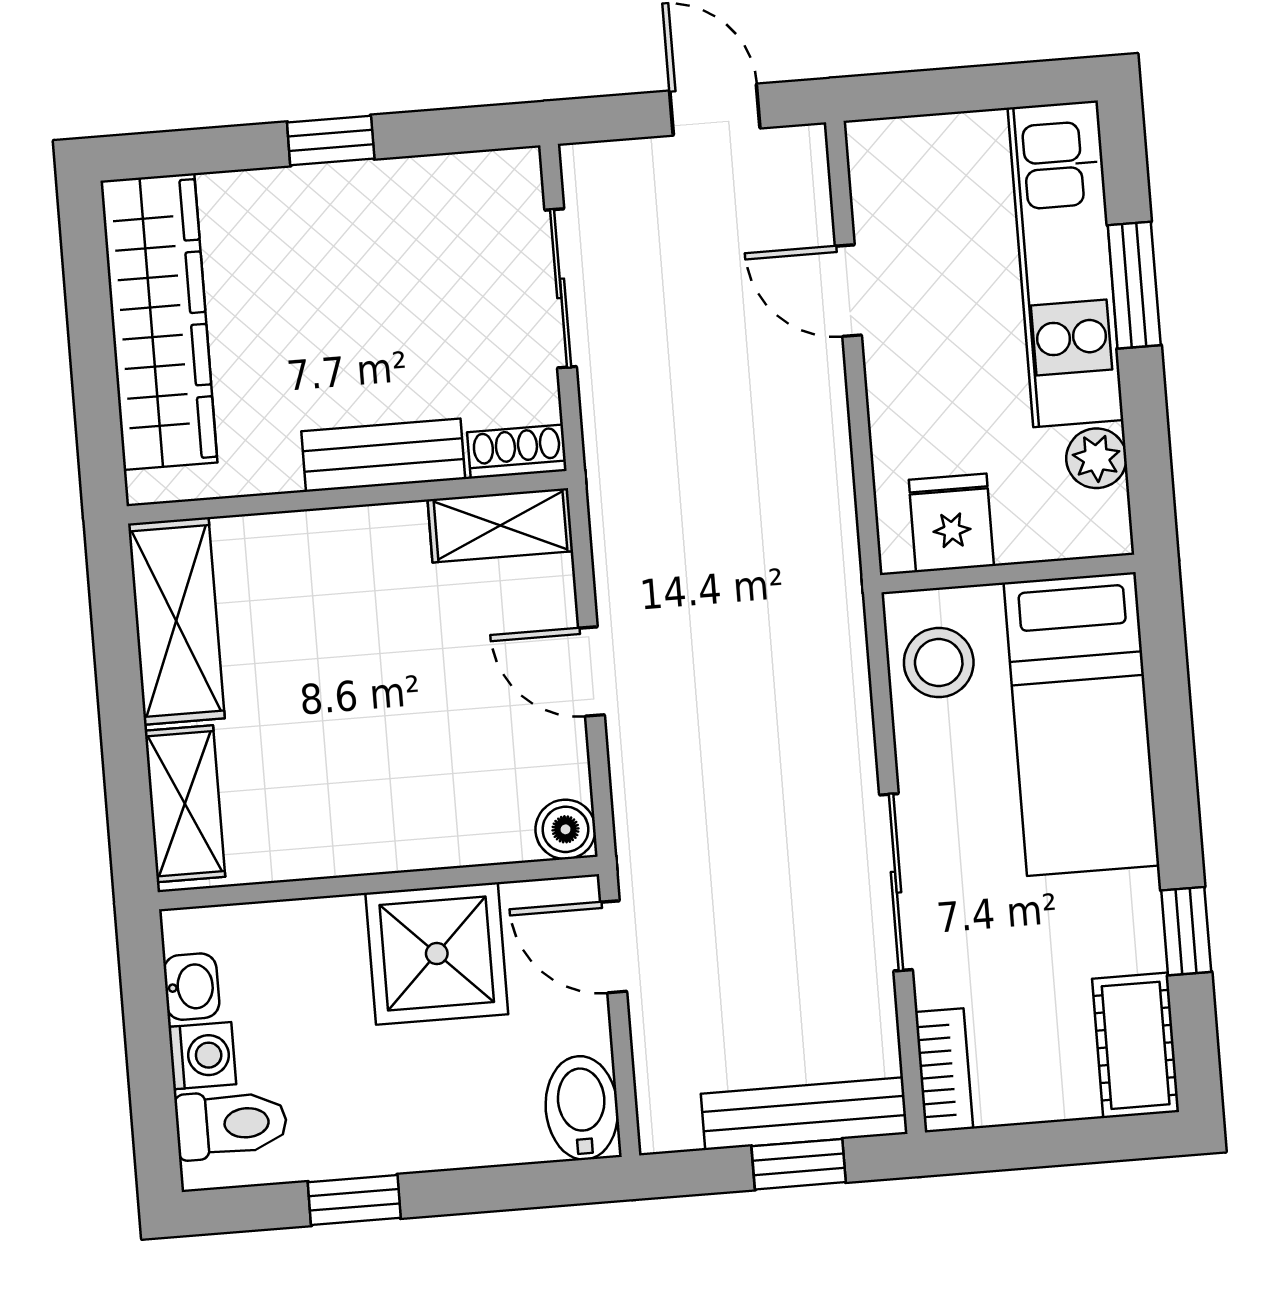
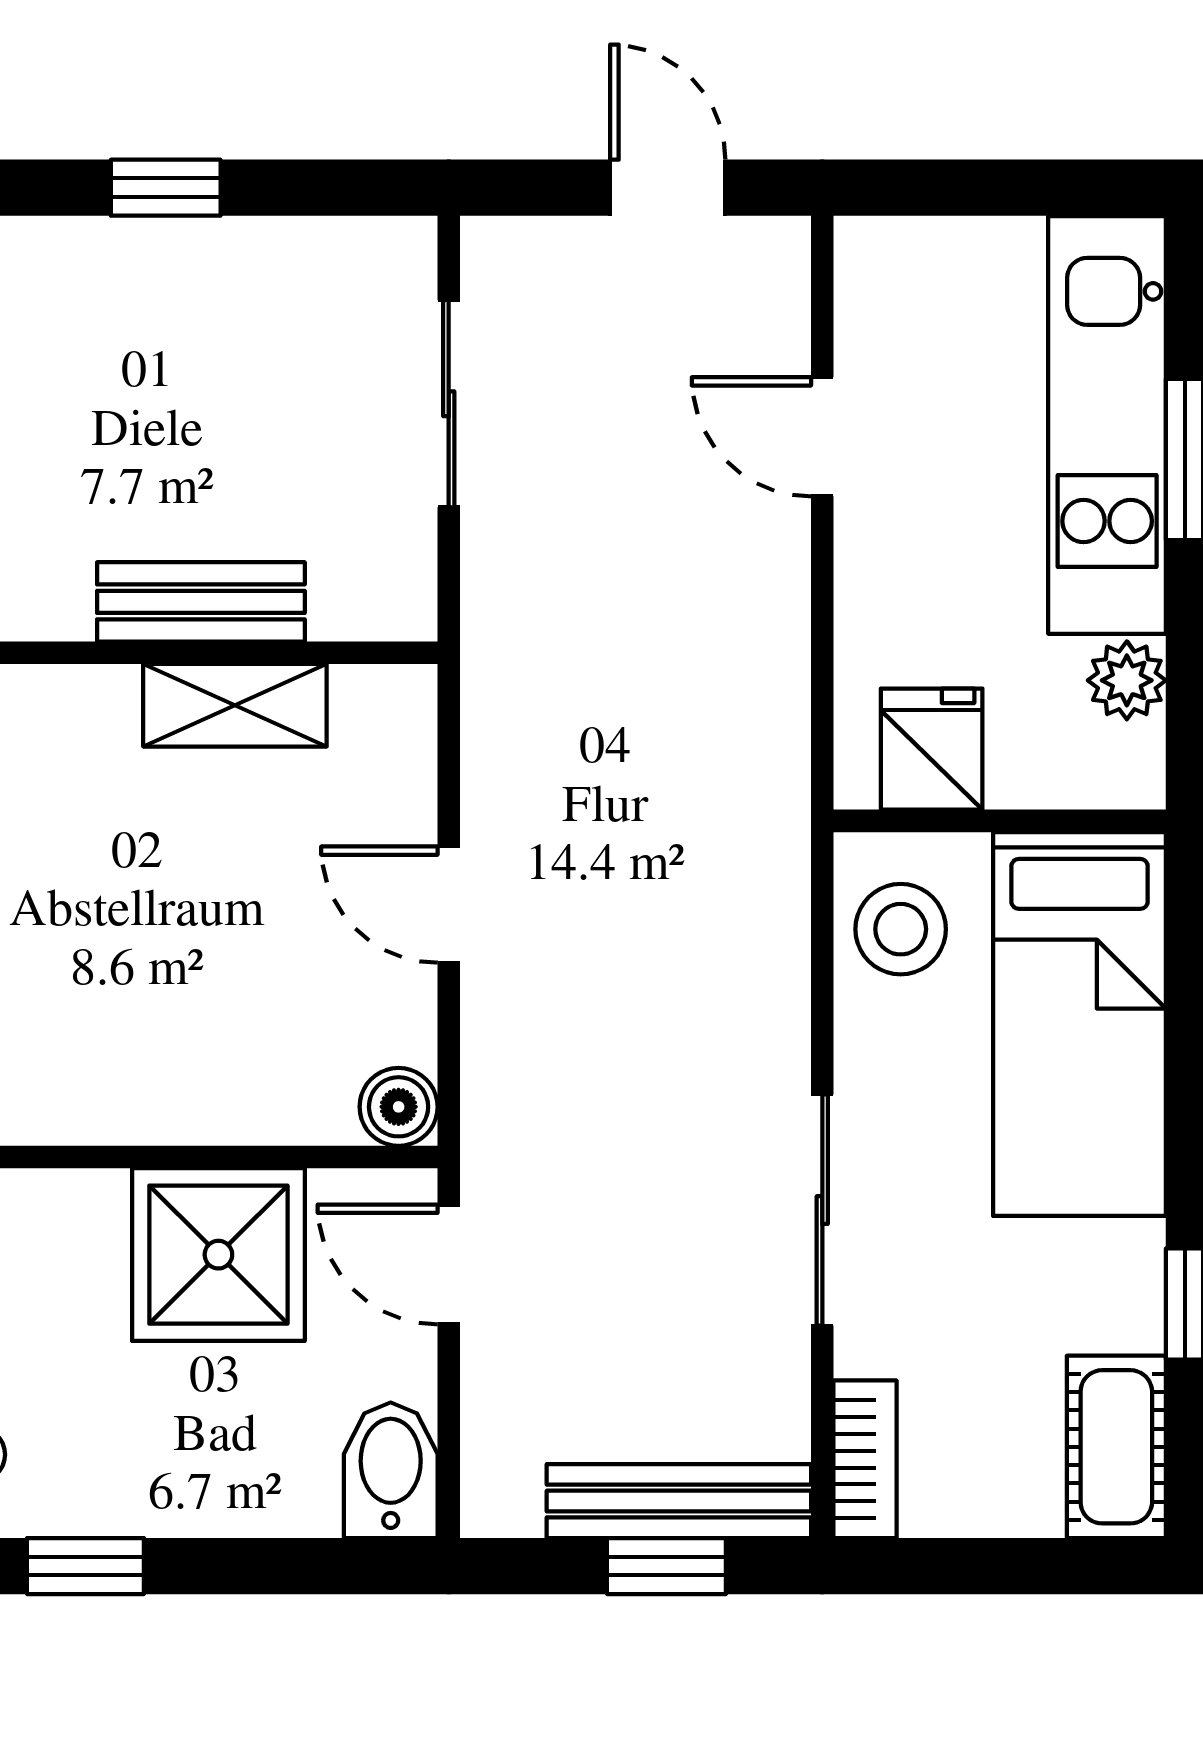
shoe rack: (517, 452) -> (375, 611), removed
shelving: (500, 525) -> (235, 705), moved

